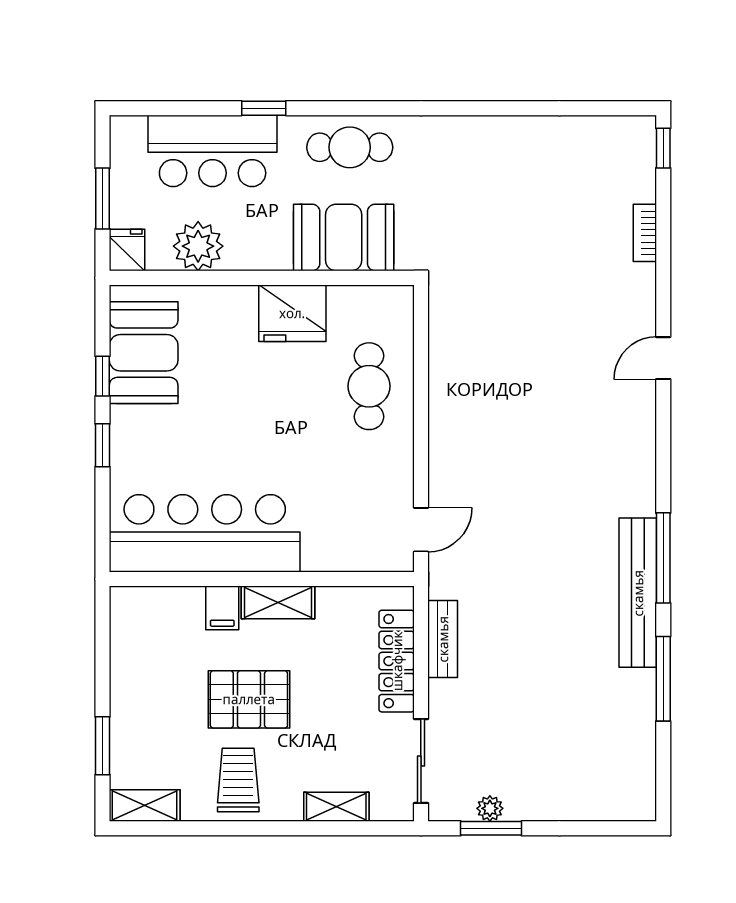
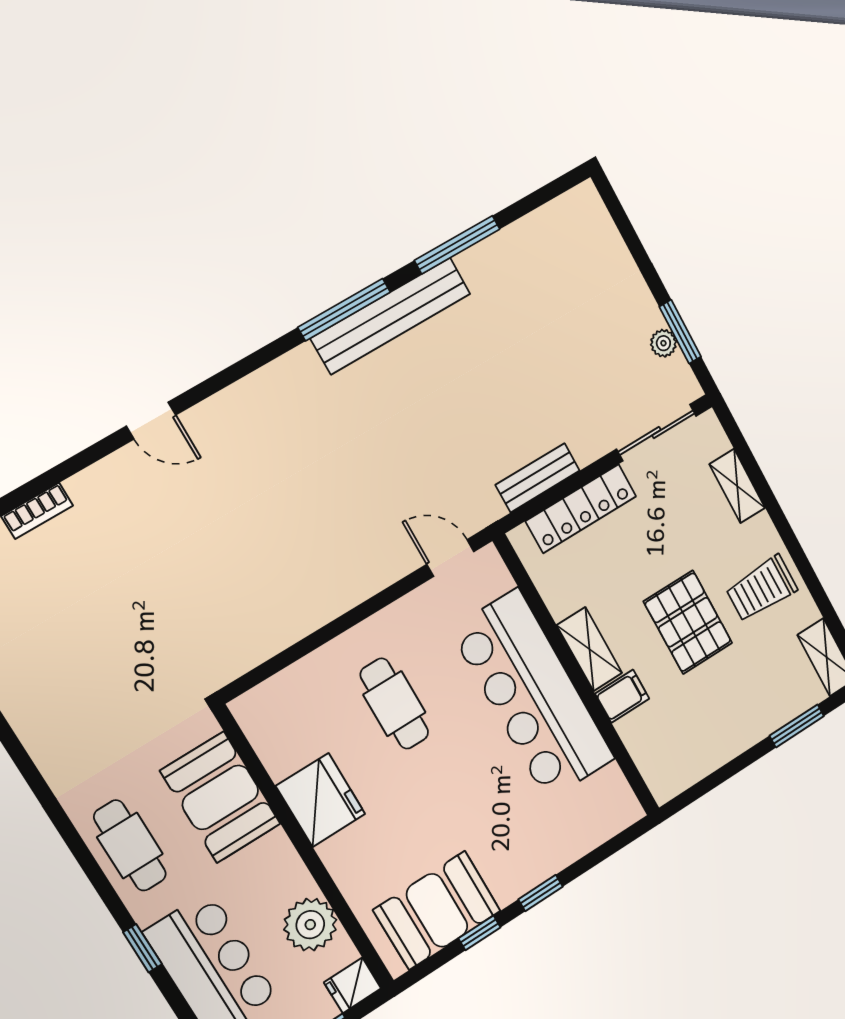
cafe table: (369, 386) -> (394, 704), moved, turned 90
bar counter: (205, 533) -> (533, 695), moved

